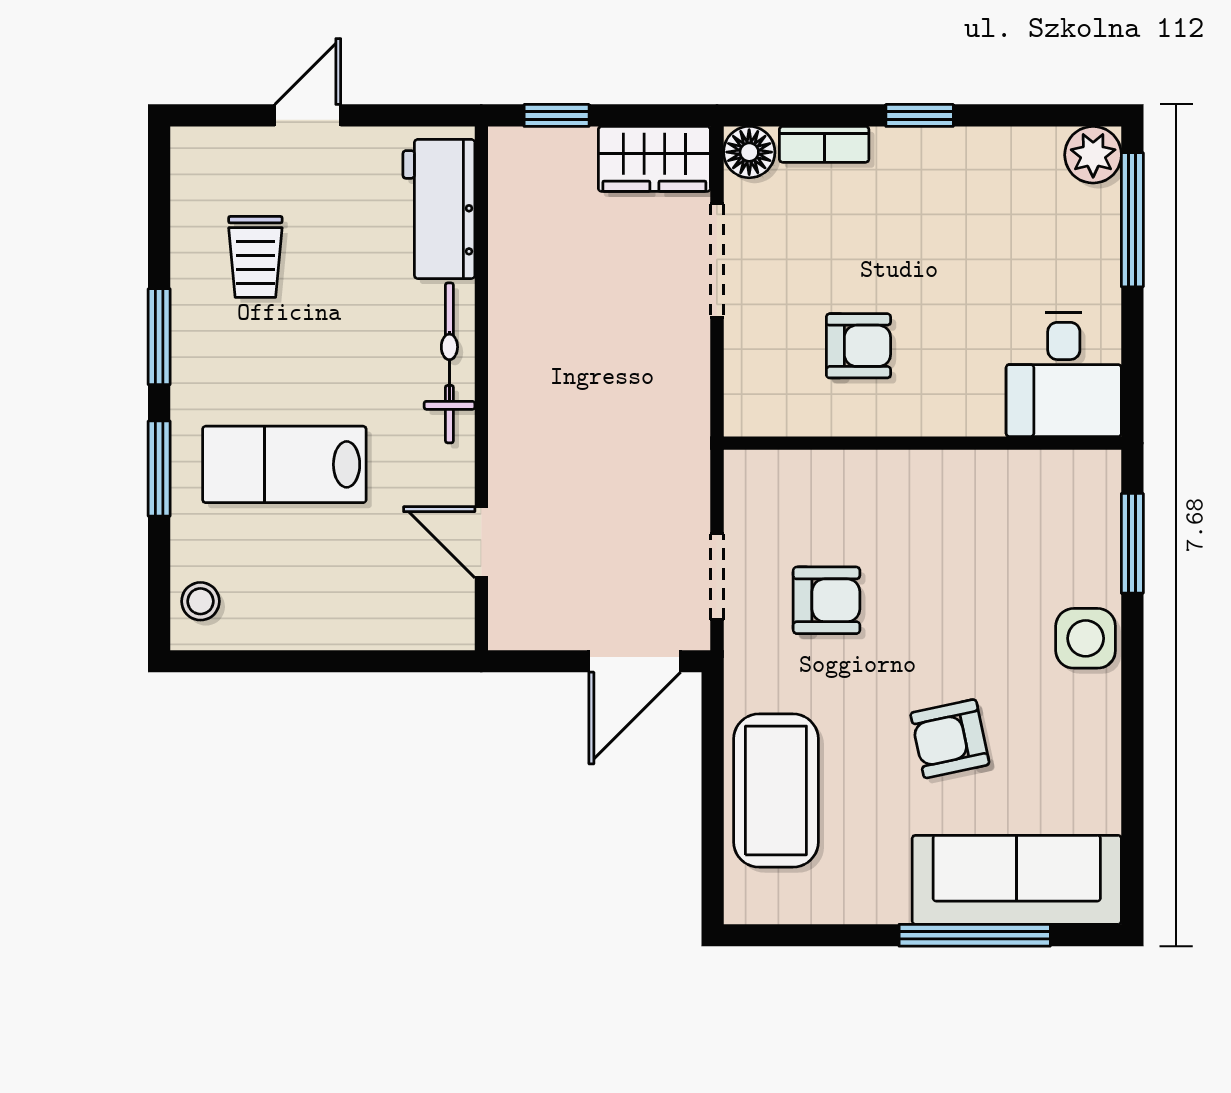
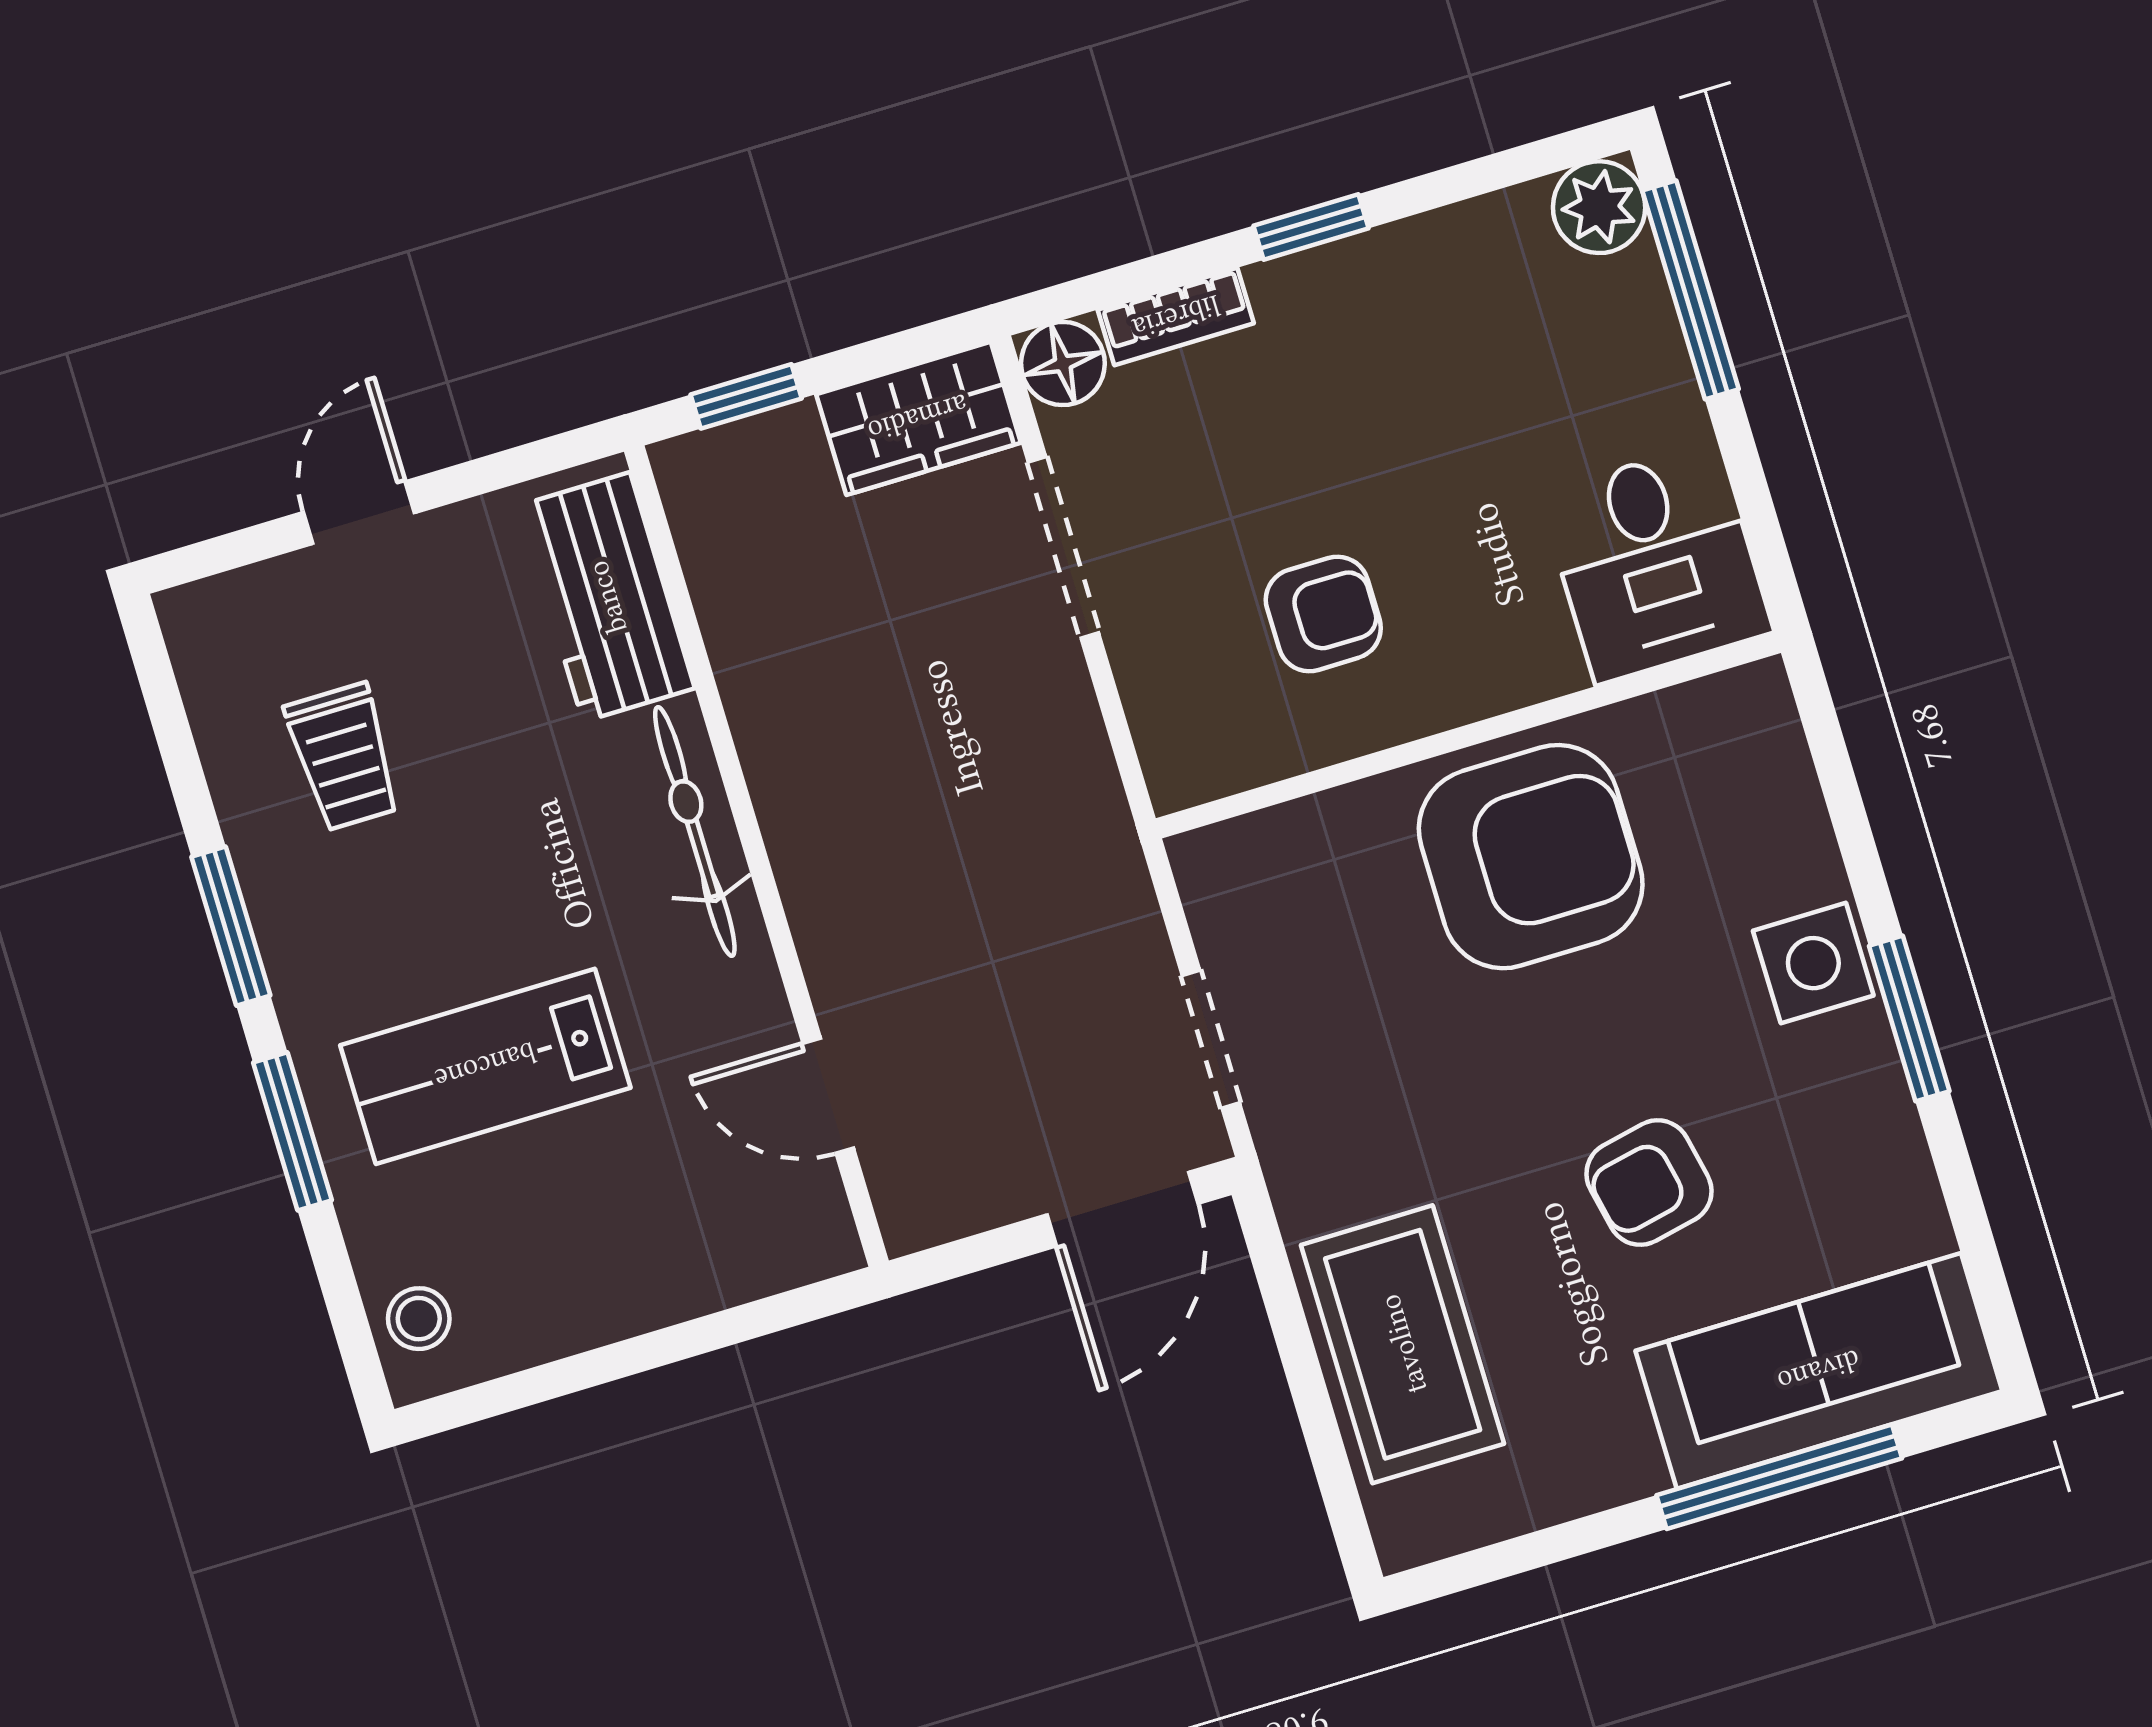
window: (1132, 543) -> (1909, 1019), moved
armchair: (827, 600) -> (1531, 857), moved, width x1.88, depth x1.88

